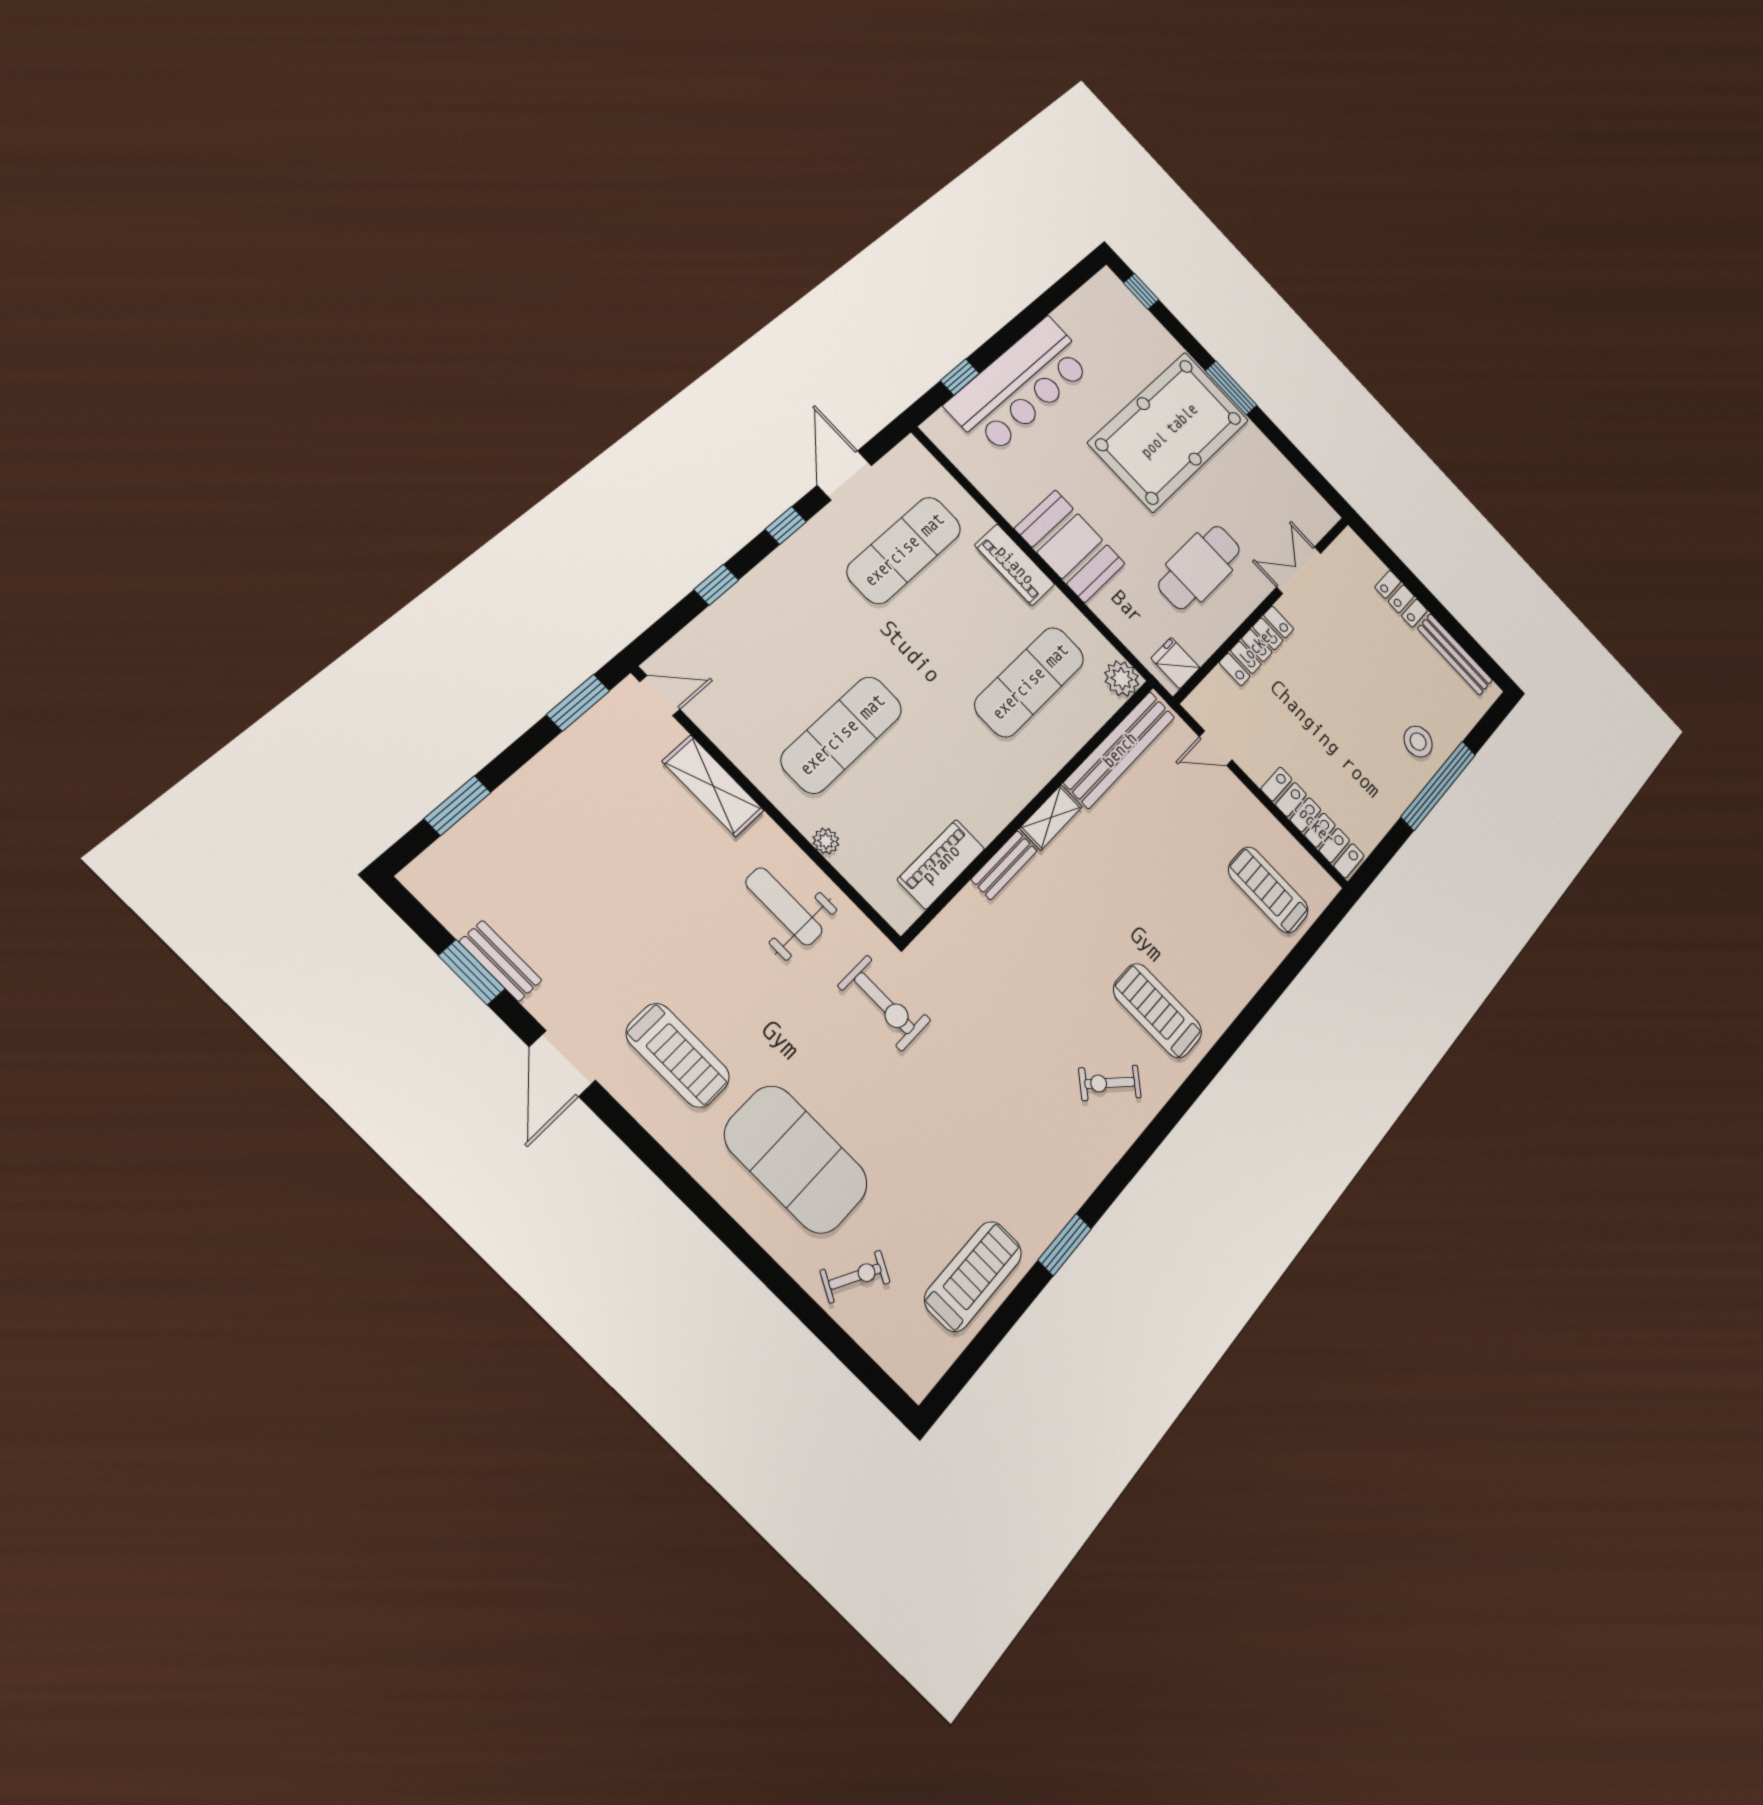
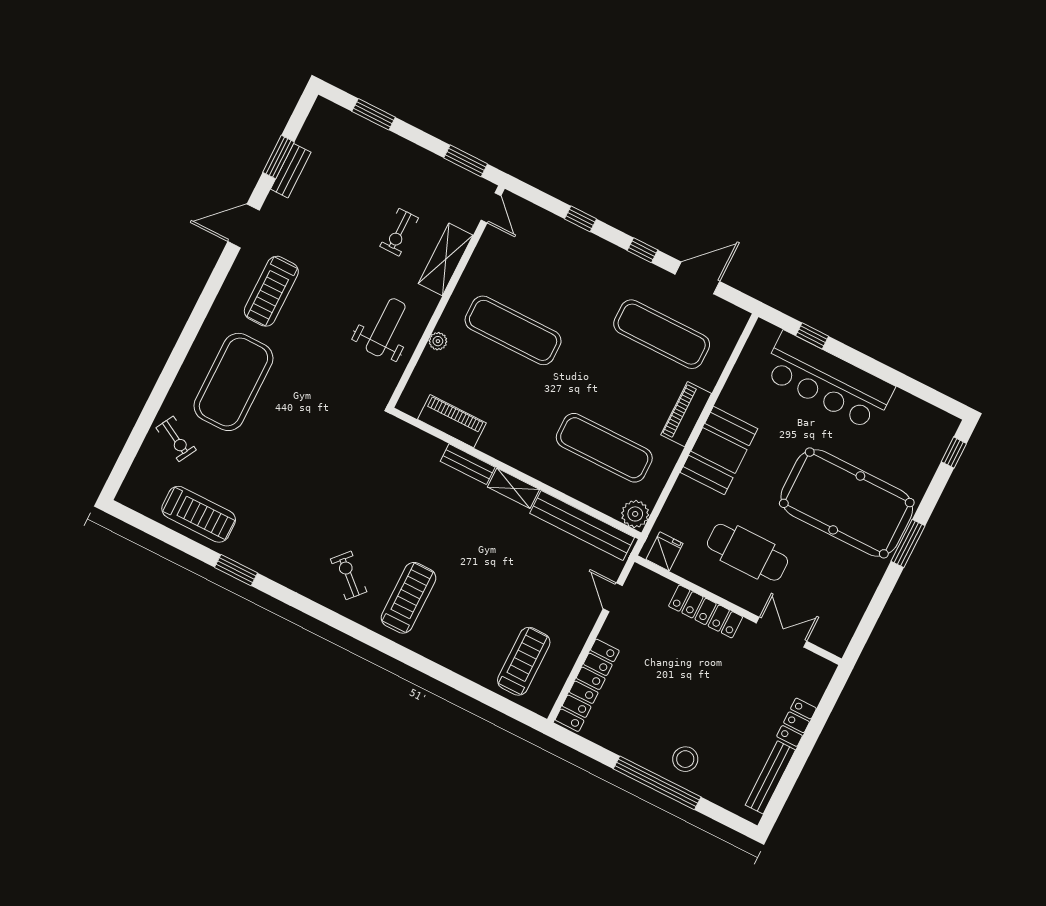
exercise bike: (884, 1003) -> (399, 232), moved, width x0.73, depth x0.72

